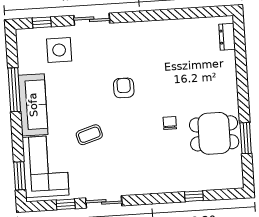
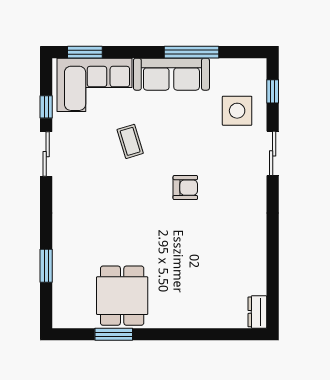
dresser: (227, 37) -> (257, 312), moved, turned -90
chair: (170, 123) -> (138, 242), removed
window: (194, 196) -> (46, 266), width x1.50

